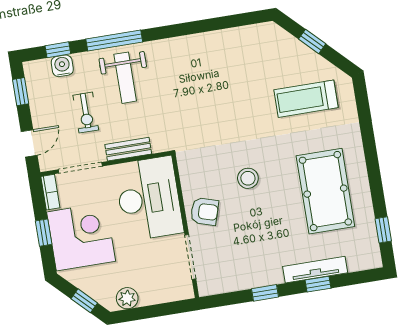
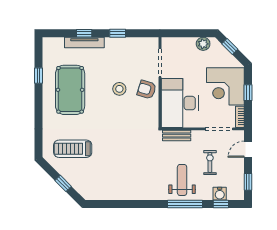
treadmill: (306, 99) -> (73, 149), turned 180
bench: (128, 149) -> (177, 136), moved
stool: (248, 178) -> (119, 89), moved
window: (383, 230) -> (38, 76), moved

